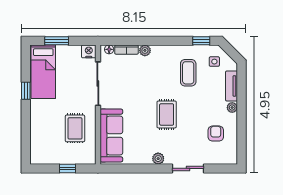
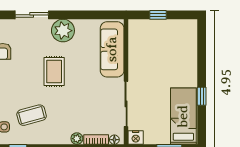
coffee table: (188, 73) -> (32, 115), turned 75
rug: (75, 128) -> (150, 57), removed
plant: (158, 159) -> (63, 31), width x1.88, depth x1.88

